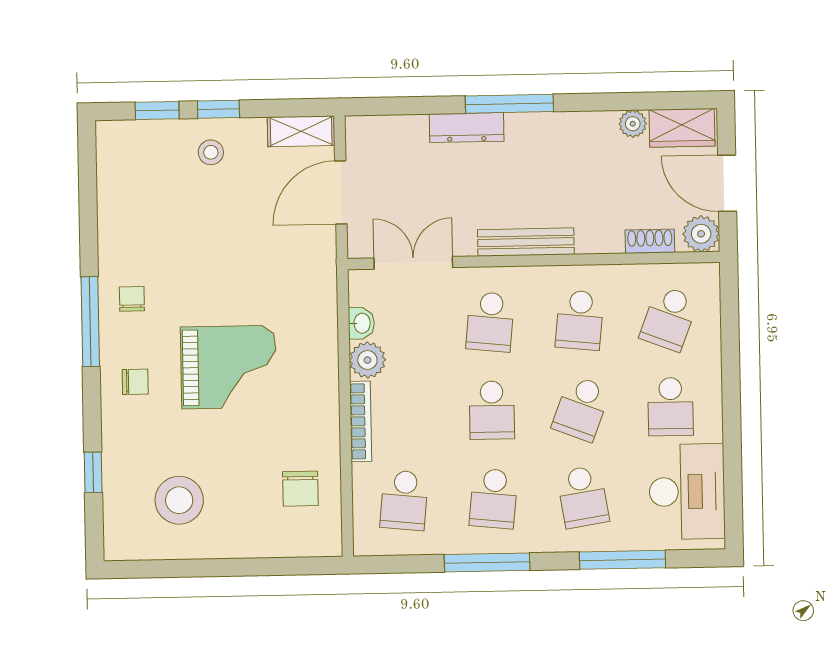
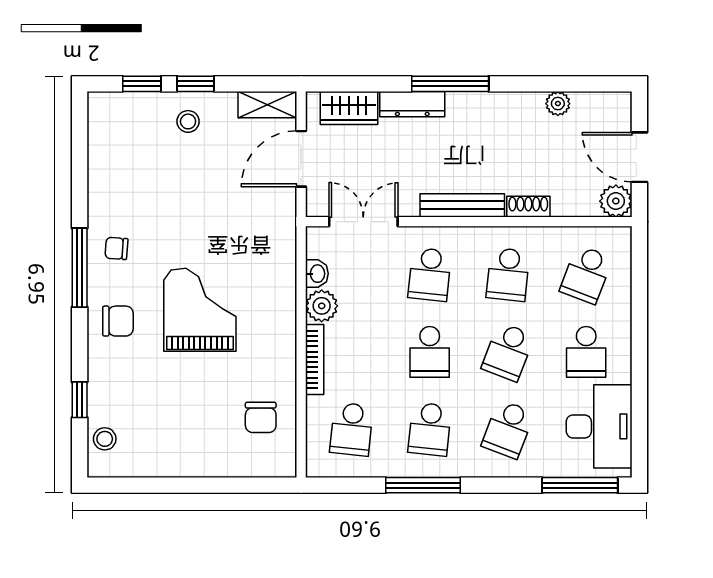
wardrobe: (682, 128) -> (349, 108), moved
shoe rack: (650, 241) -> (528, 207), moved
chair: (132, 299) -> (116, 248), turned -86
grand piano: (229, 367) -> (200, 310), turned -90
chair: (135, 382) -> (118, 321), width x1.37, depth x1.37
school desk: (583, 497) -> (508, 429), turned 30
stool: (179, 500) -> (105, 439), moved, width x0.53, depth x0.53
window: (623, 560) -> (580, 485), moved

